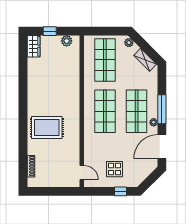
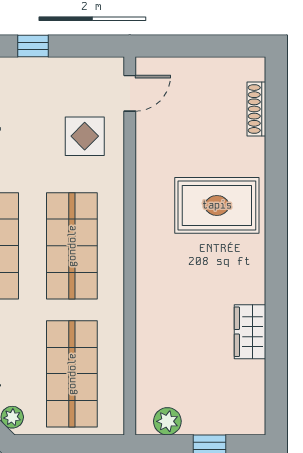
wardrobe: (34, 46) -> (250, 332), moved
display table: (114, 169) -> (85, 136), moved
door: (82, 172) -> (130, 93), swing flipped

